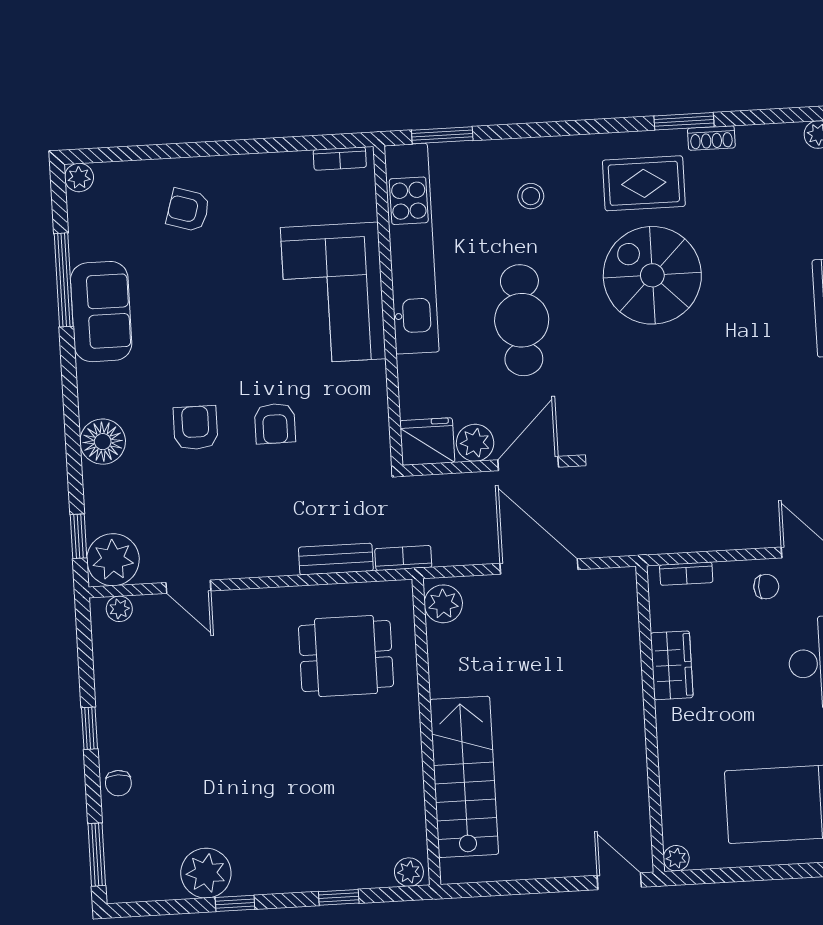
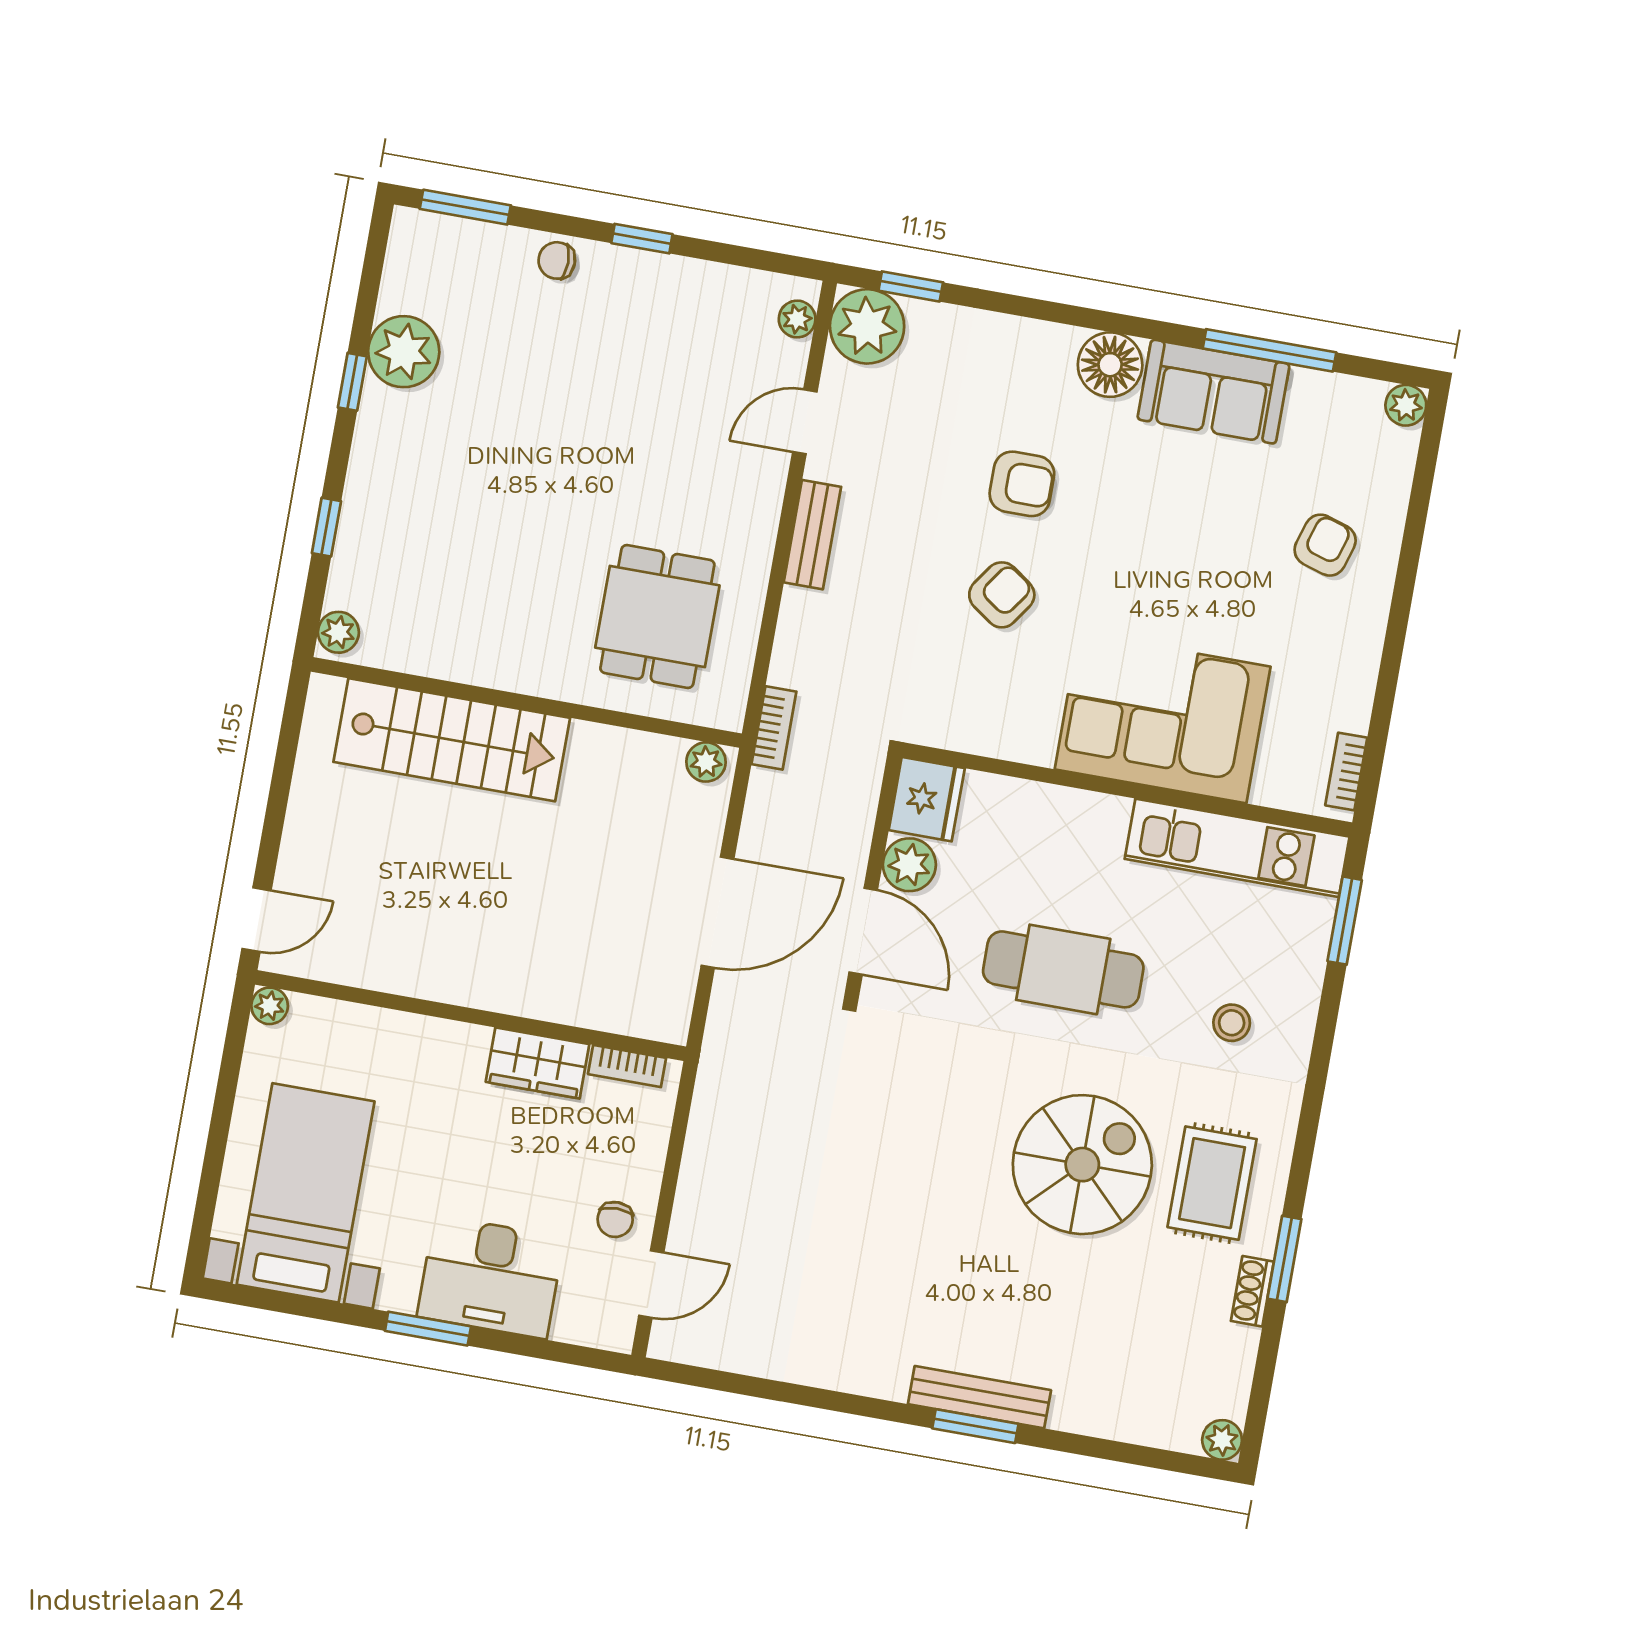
kitchen unit: (412, 249) -> (1237, 848), width x0.73
armchair: (275, 424) -> (1002, 595), turned 125
floor lamp: (103, 442) -> (1110, 365), moved
bench: (336, 559) -> (812, 535), moved
bookcase: (686, 574) -> (627, 1066), moved, turned -90
plant: (443, 604) -> (706, 762), width x0.73, depth x0.73

